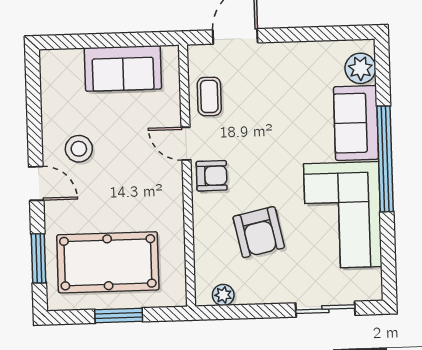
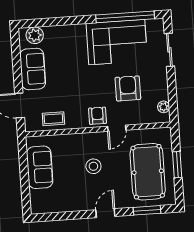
sofa: (356, 123) -> (33, 69), moved, turned -90
door: (186, 144) -> (117, 128), moved
stool: (79, 149) -> (93, 166), moved
window: (385, 159) -> (125, 17), moved
armchair: (259, 232) -> (128, 88), turned -78

